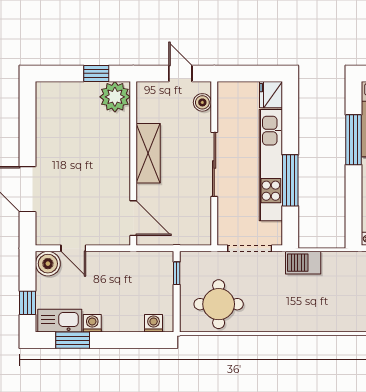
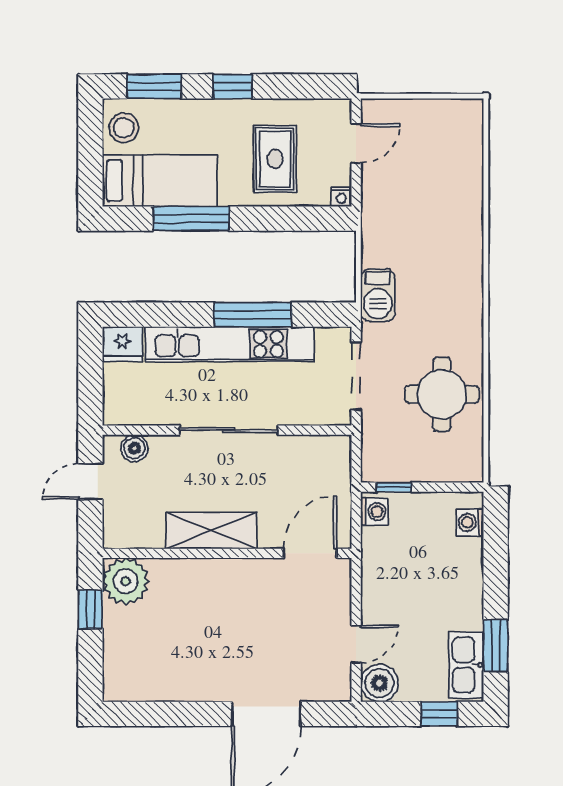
round table: (219, 304) -> (442, 394), moved
washing machine: (92, 323) -> (374, 512), moved, turned 180

